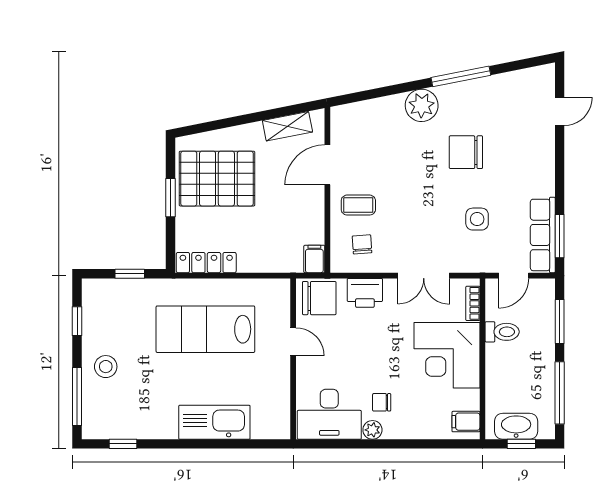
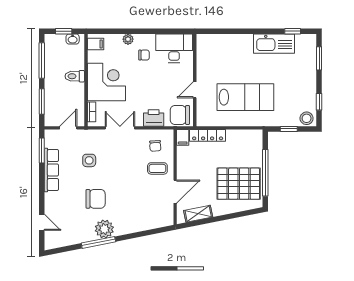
plant: (422, 105) -> (104, 229), moved
door: (560, 111) -> (42, 222), swing flipped
window: (171, 198) -> (265, 173), width x2.11
row of seats: (543, 235) -> (51, 170), moved
locker: (206, 263) -> (208, 135), moved
toilet: (502, 332) -> (75, 76), moved
door: (293, 342) -> (195, 90), hinge flipped
stool: (106, 367) -> (307, 118), moved
window: (77, 397) -> (319, 58), width x0.69
kitchen sink: (214, 422) -> (274, 44), moved
washbasin: (516, 426) -> (73, 39), width x0.52, depth x0.69
plant: (372, 430) -> (128, 39), moved

